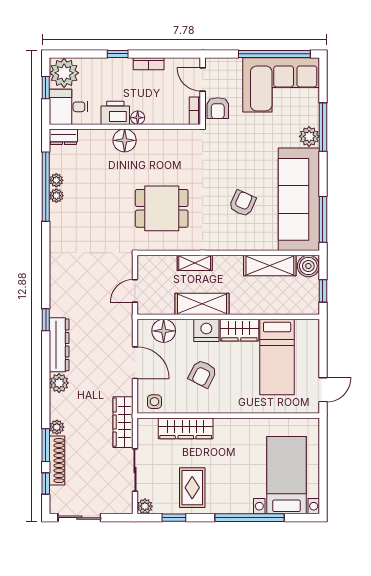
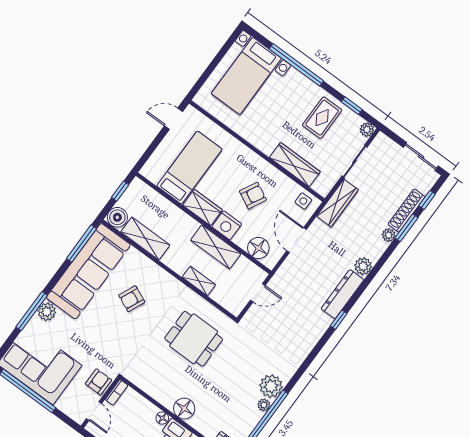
plant: (56, 180) -> (271, 386), moved, width x1.87, depth x1.87

